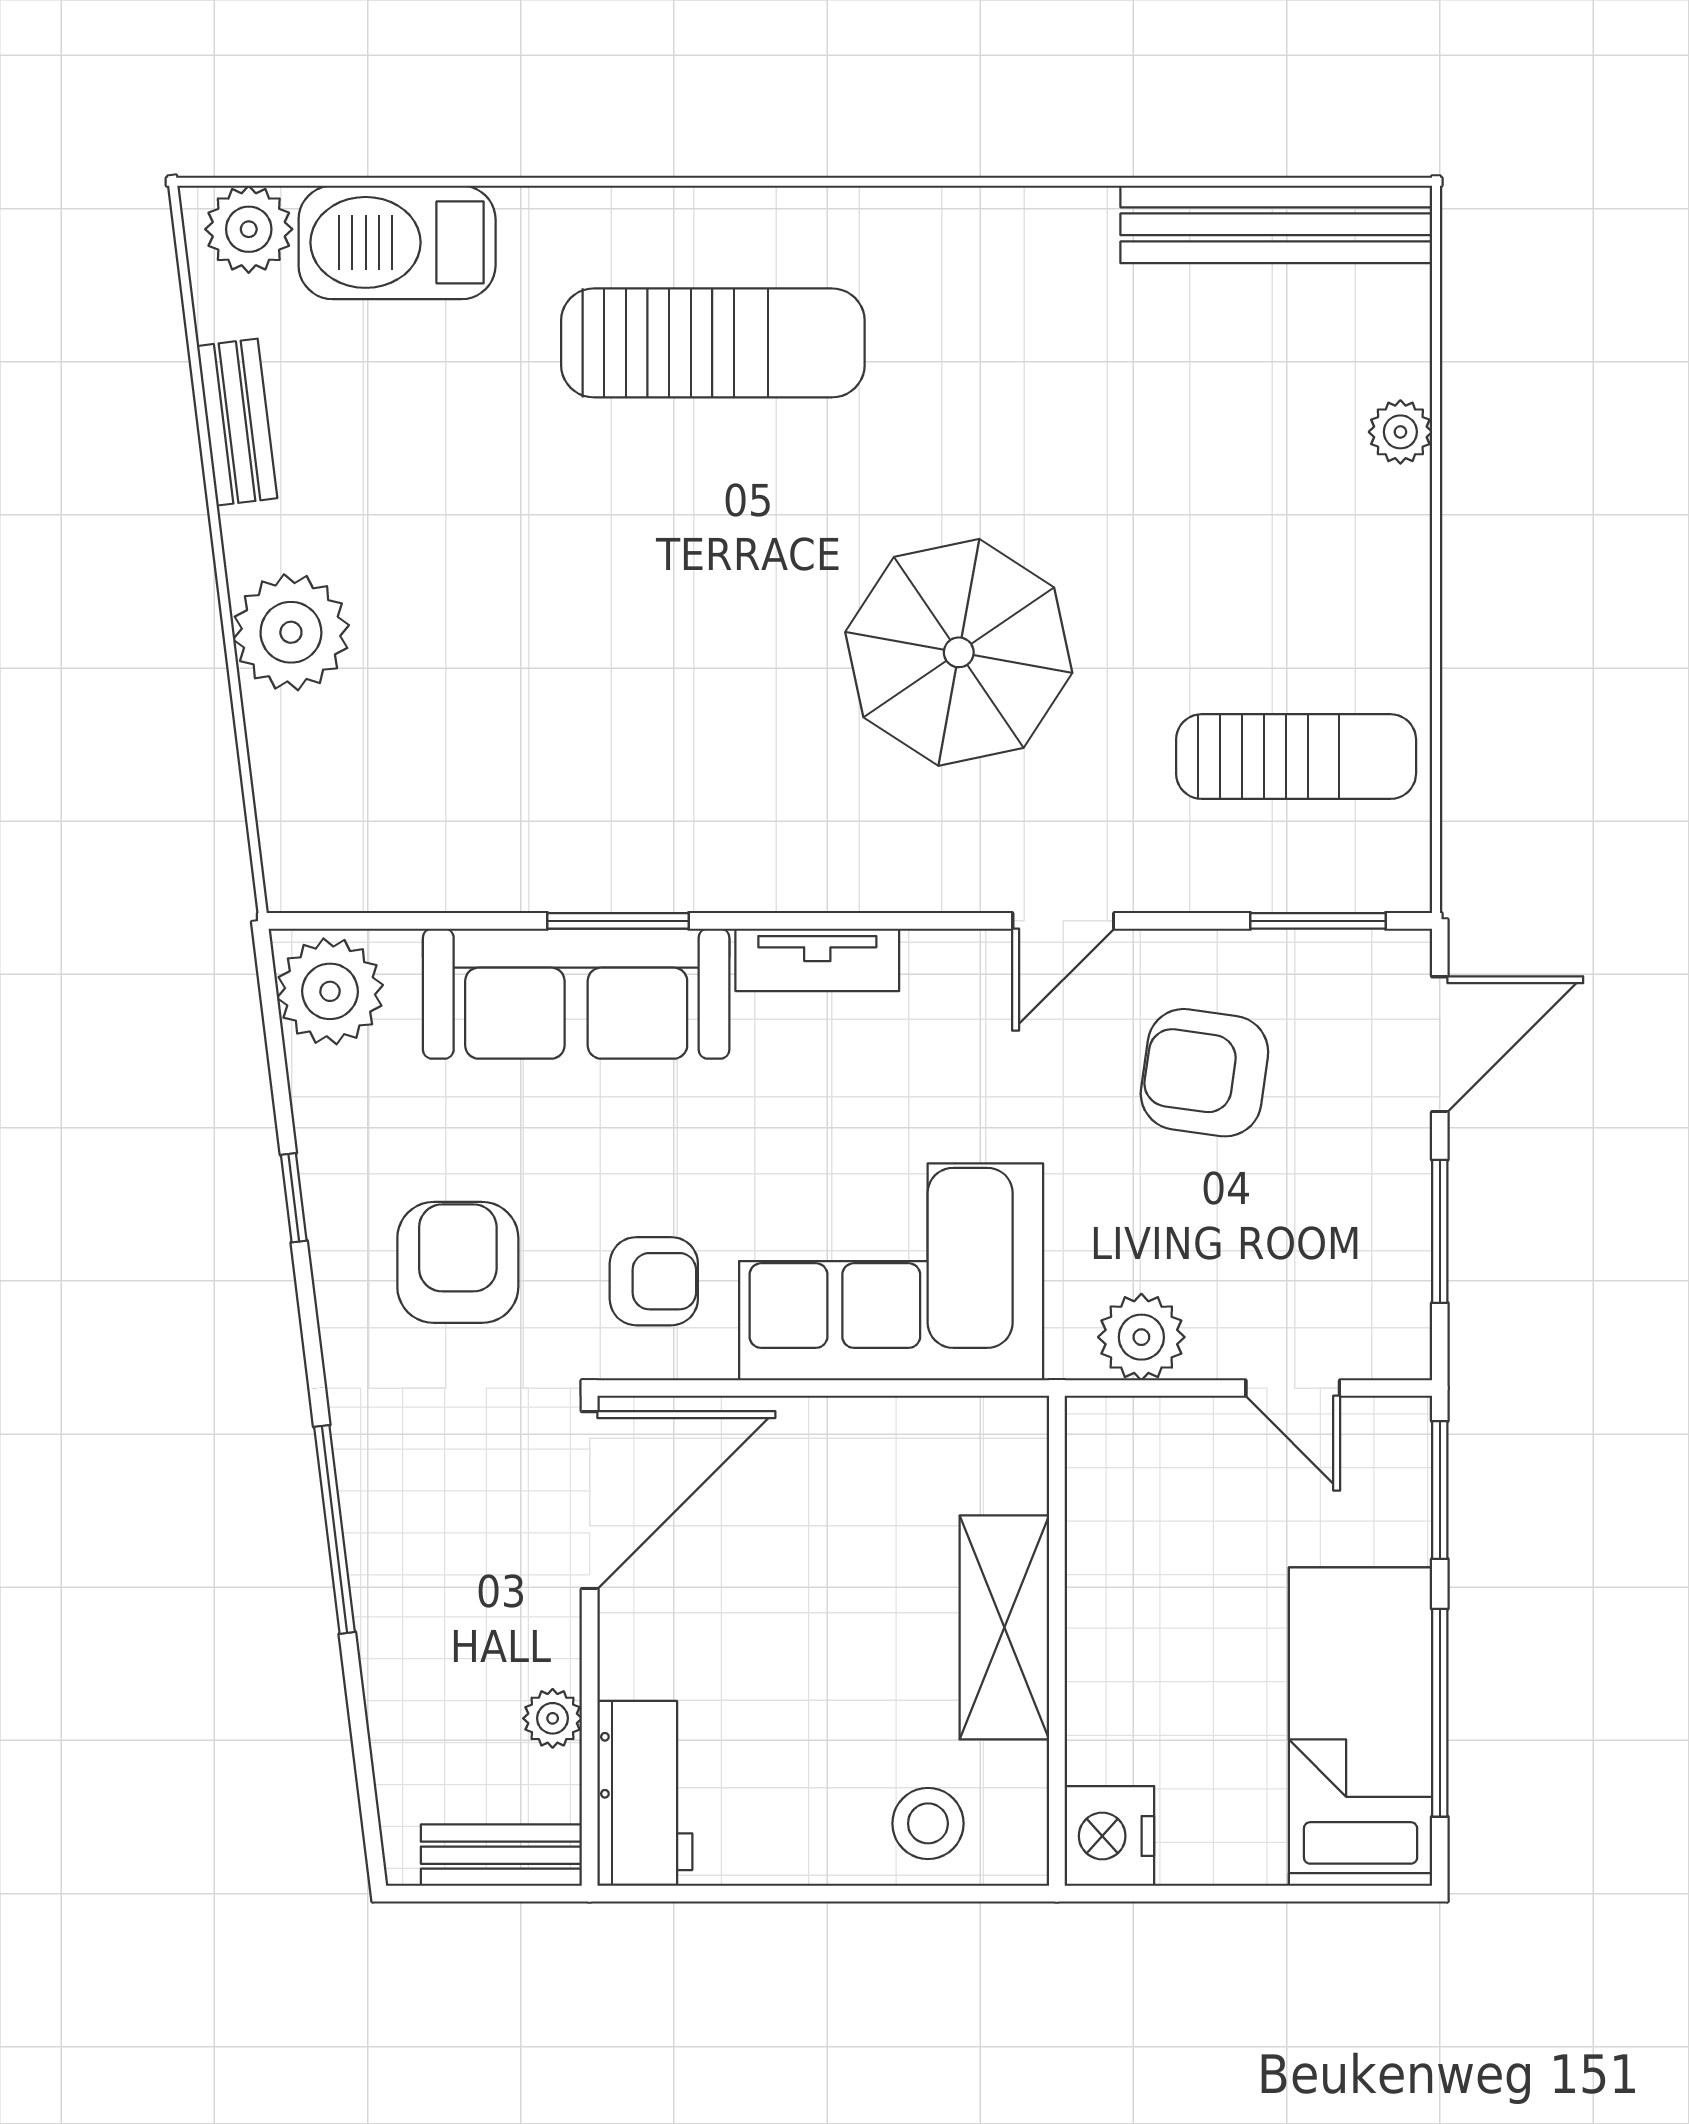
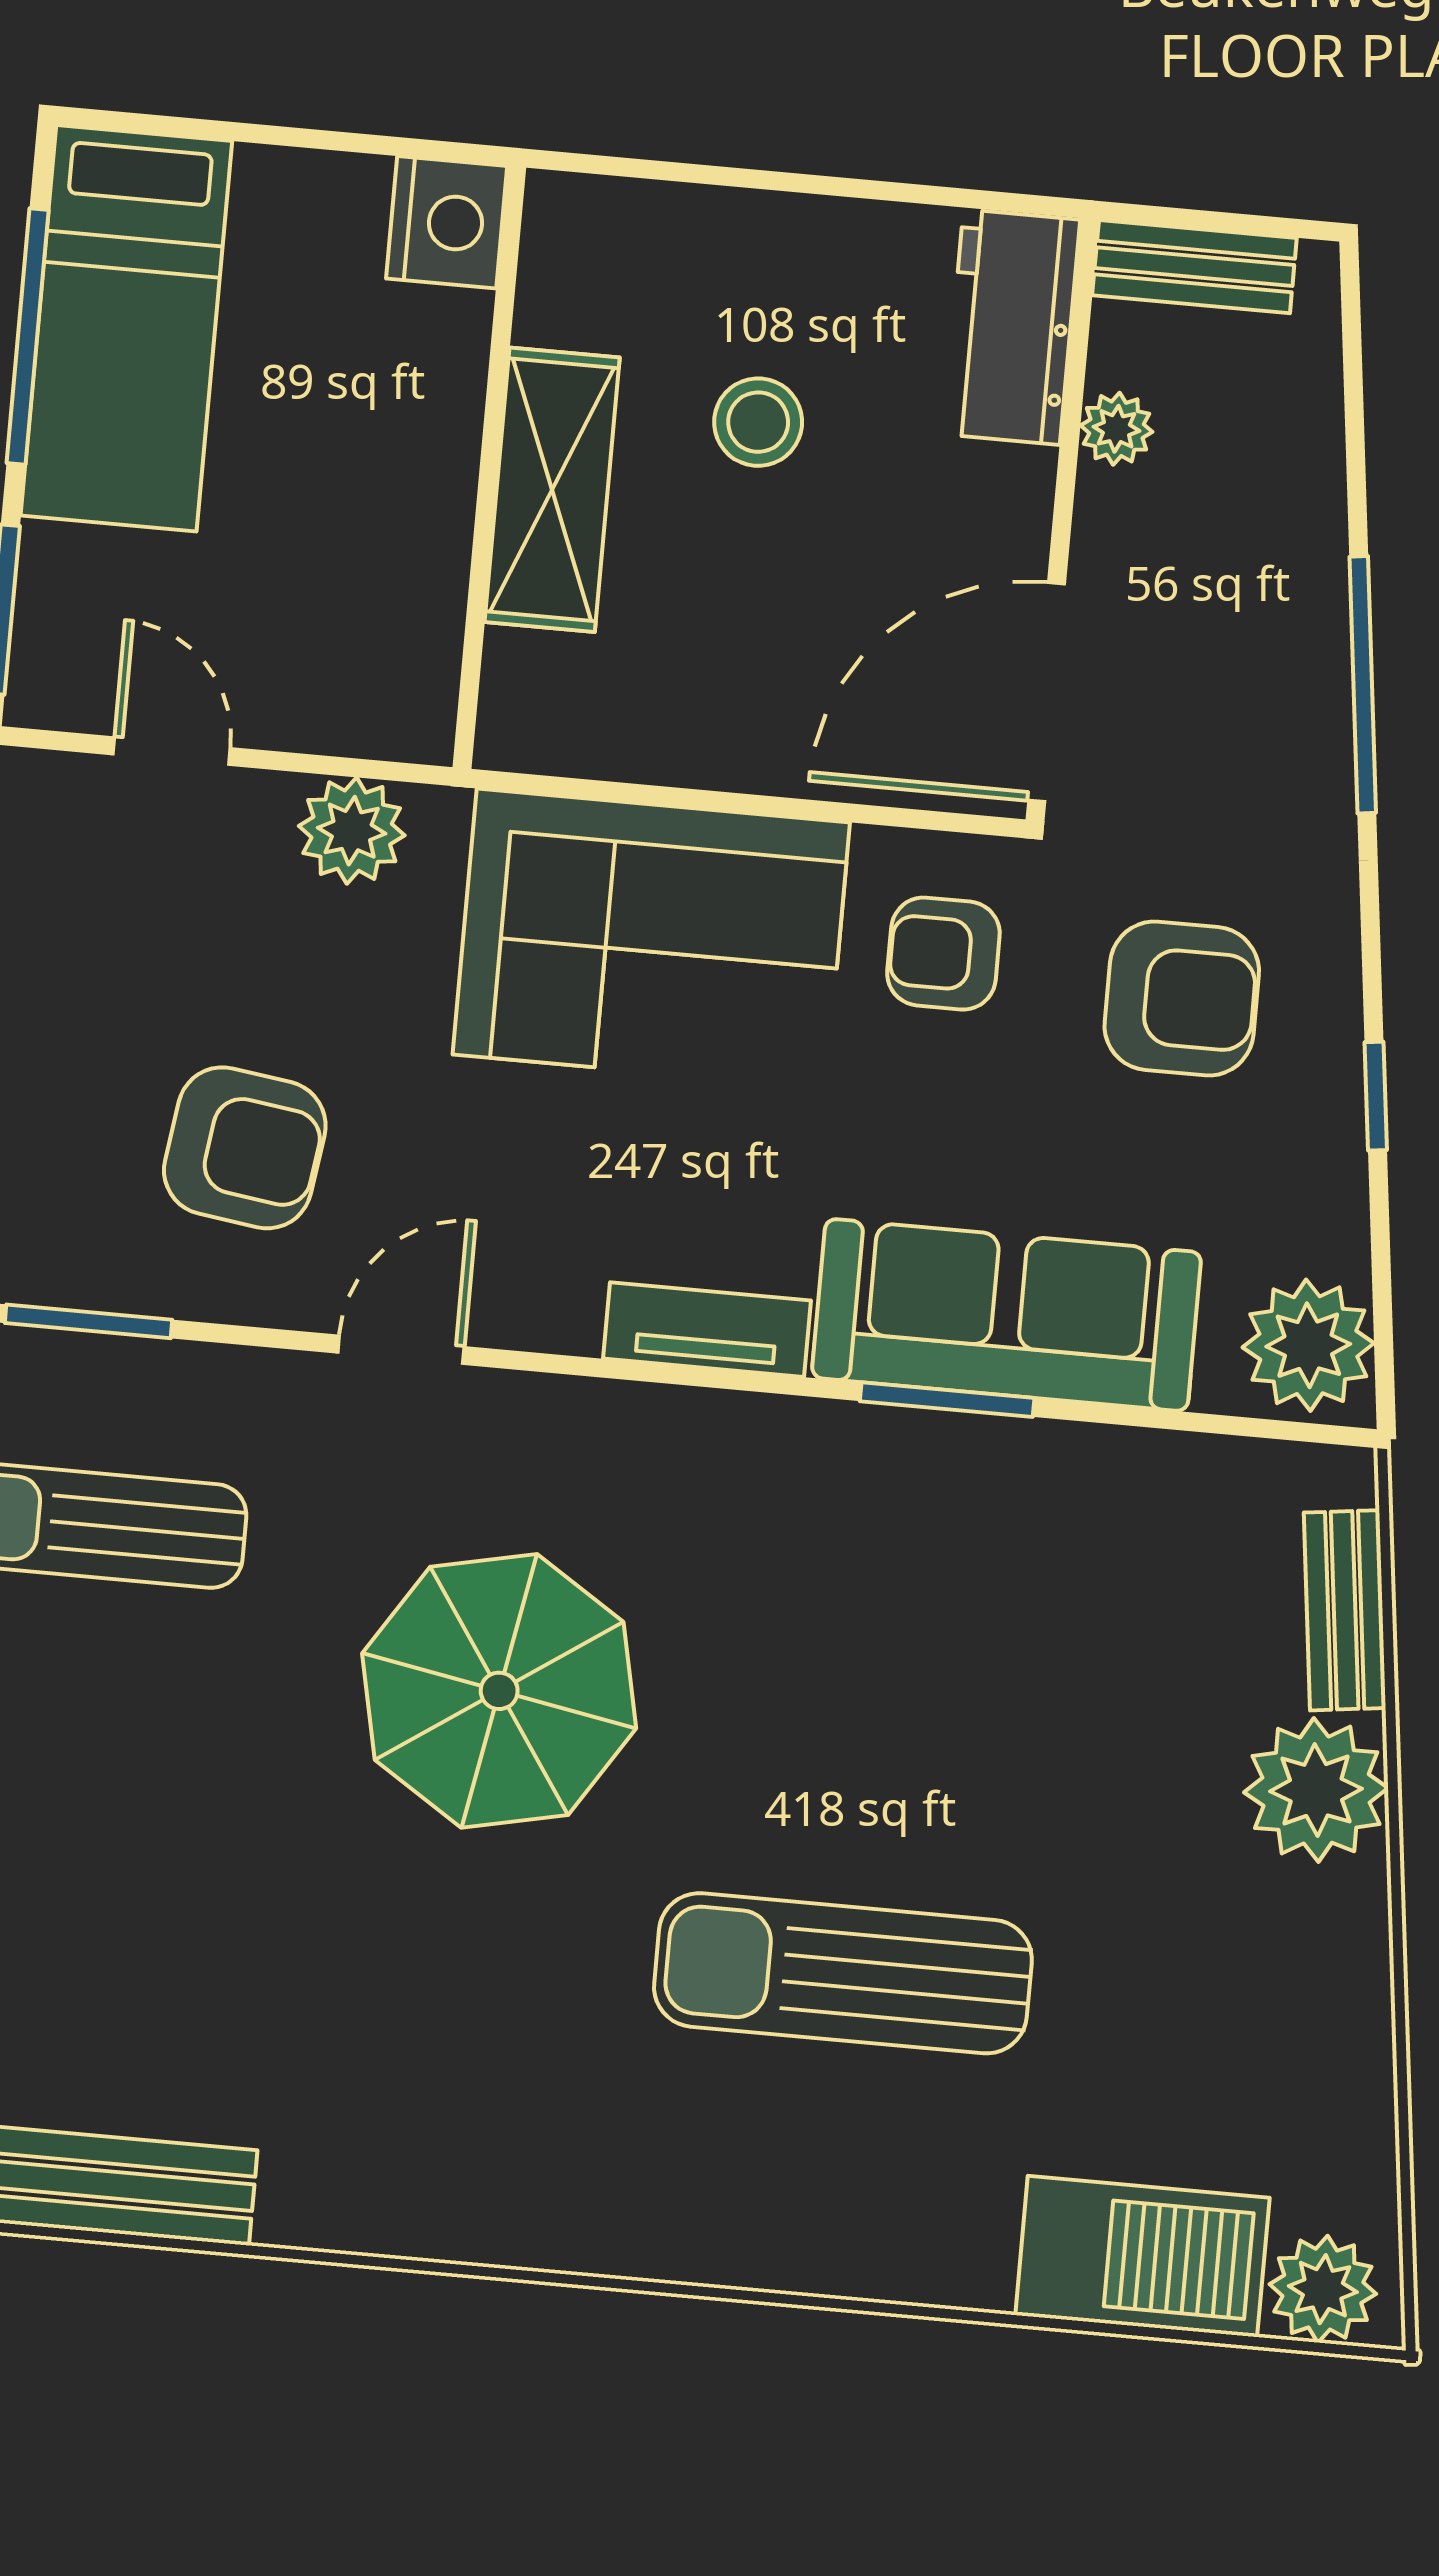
sun lounger: (713, 343) -> (843, 1973), moved
bench: (237, 422) -> (1345, 1610), moved
armchair: (458, 1262) -> (1182, 999), turned -90
stool: (928, 1823) -> (758, 422), moved

